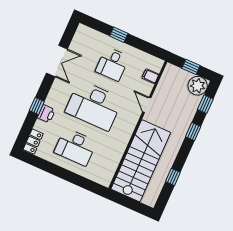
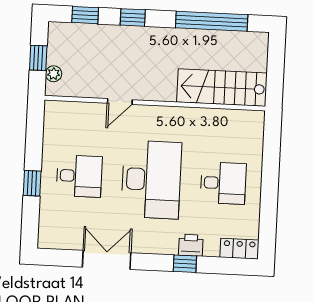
filing cabinet: (150, 76) -> (75, 113), removed
plant: (198, 86) -> (54, 74), moved, width x0.53, depth x0.53
desk: (75, 147) -> (223, 183), width x0.73
stairs: (141, 161) -> (222, 88), width x0.73, depth x0.66
window: (173, 177) -> (212, 21), width x3.17

